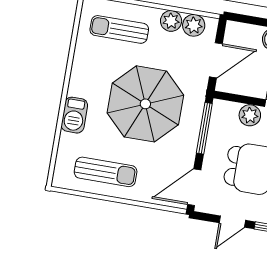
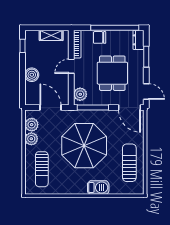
plant: (250, 115) -> (80, 94), moved
door: (232, 222) -> (146, 92), moved

